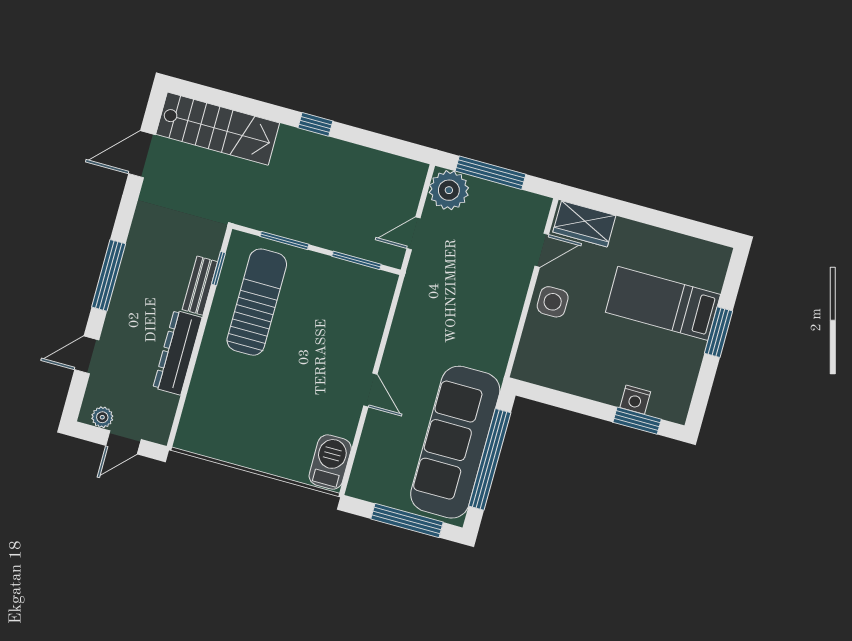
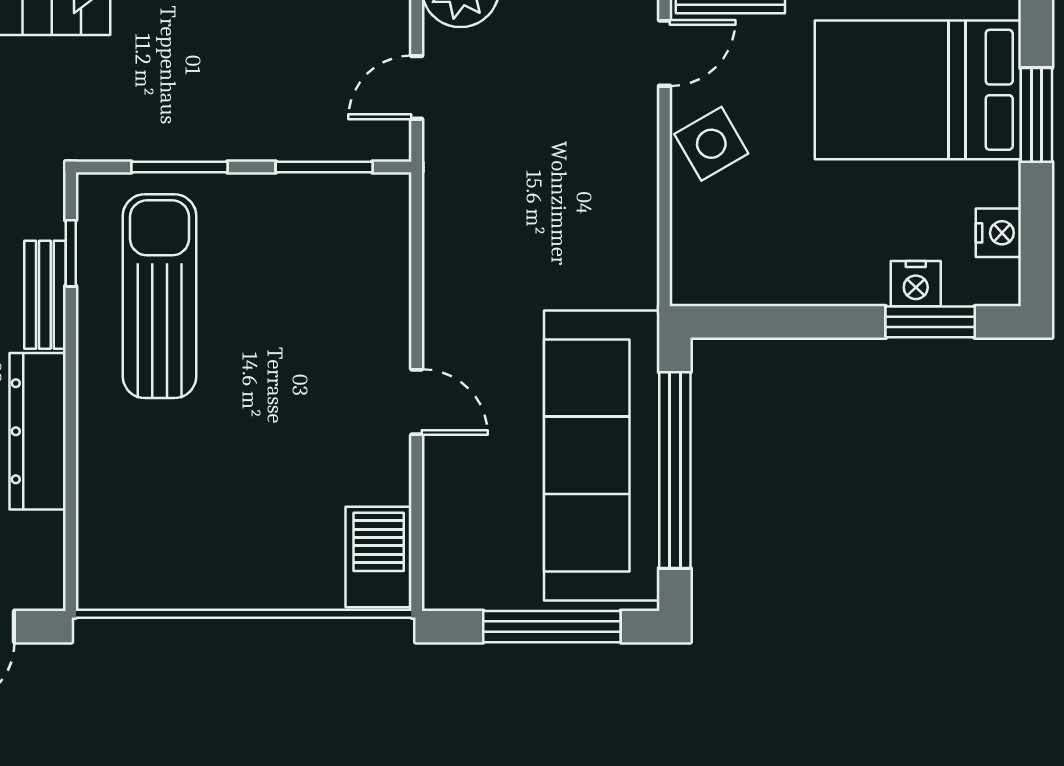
side table: (553, 302) -> (711, 144), turned -30
bed: (663, 303) -> (918, 90), width x1.50
nightstand: (683, 386) -> (998, 233), added

